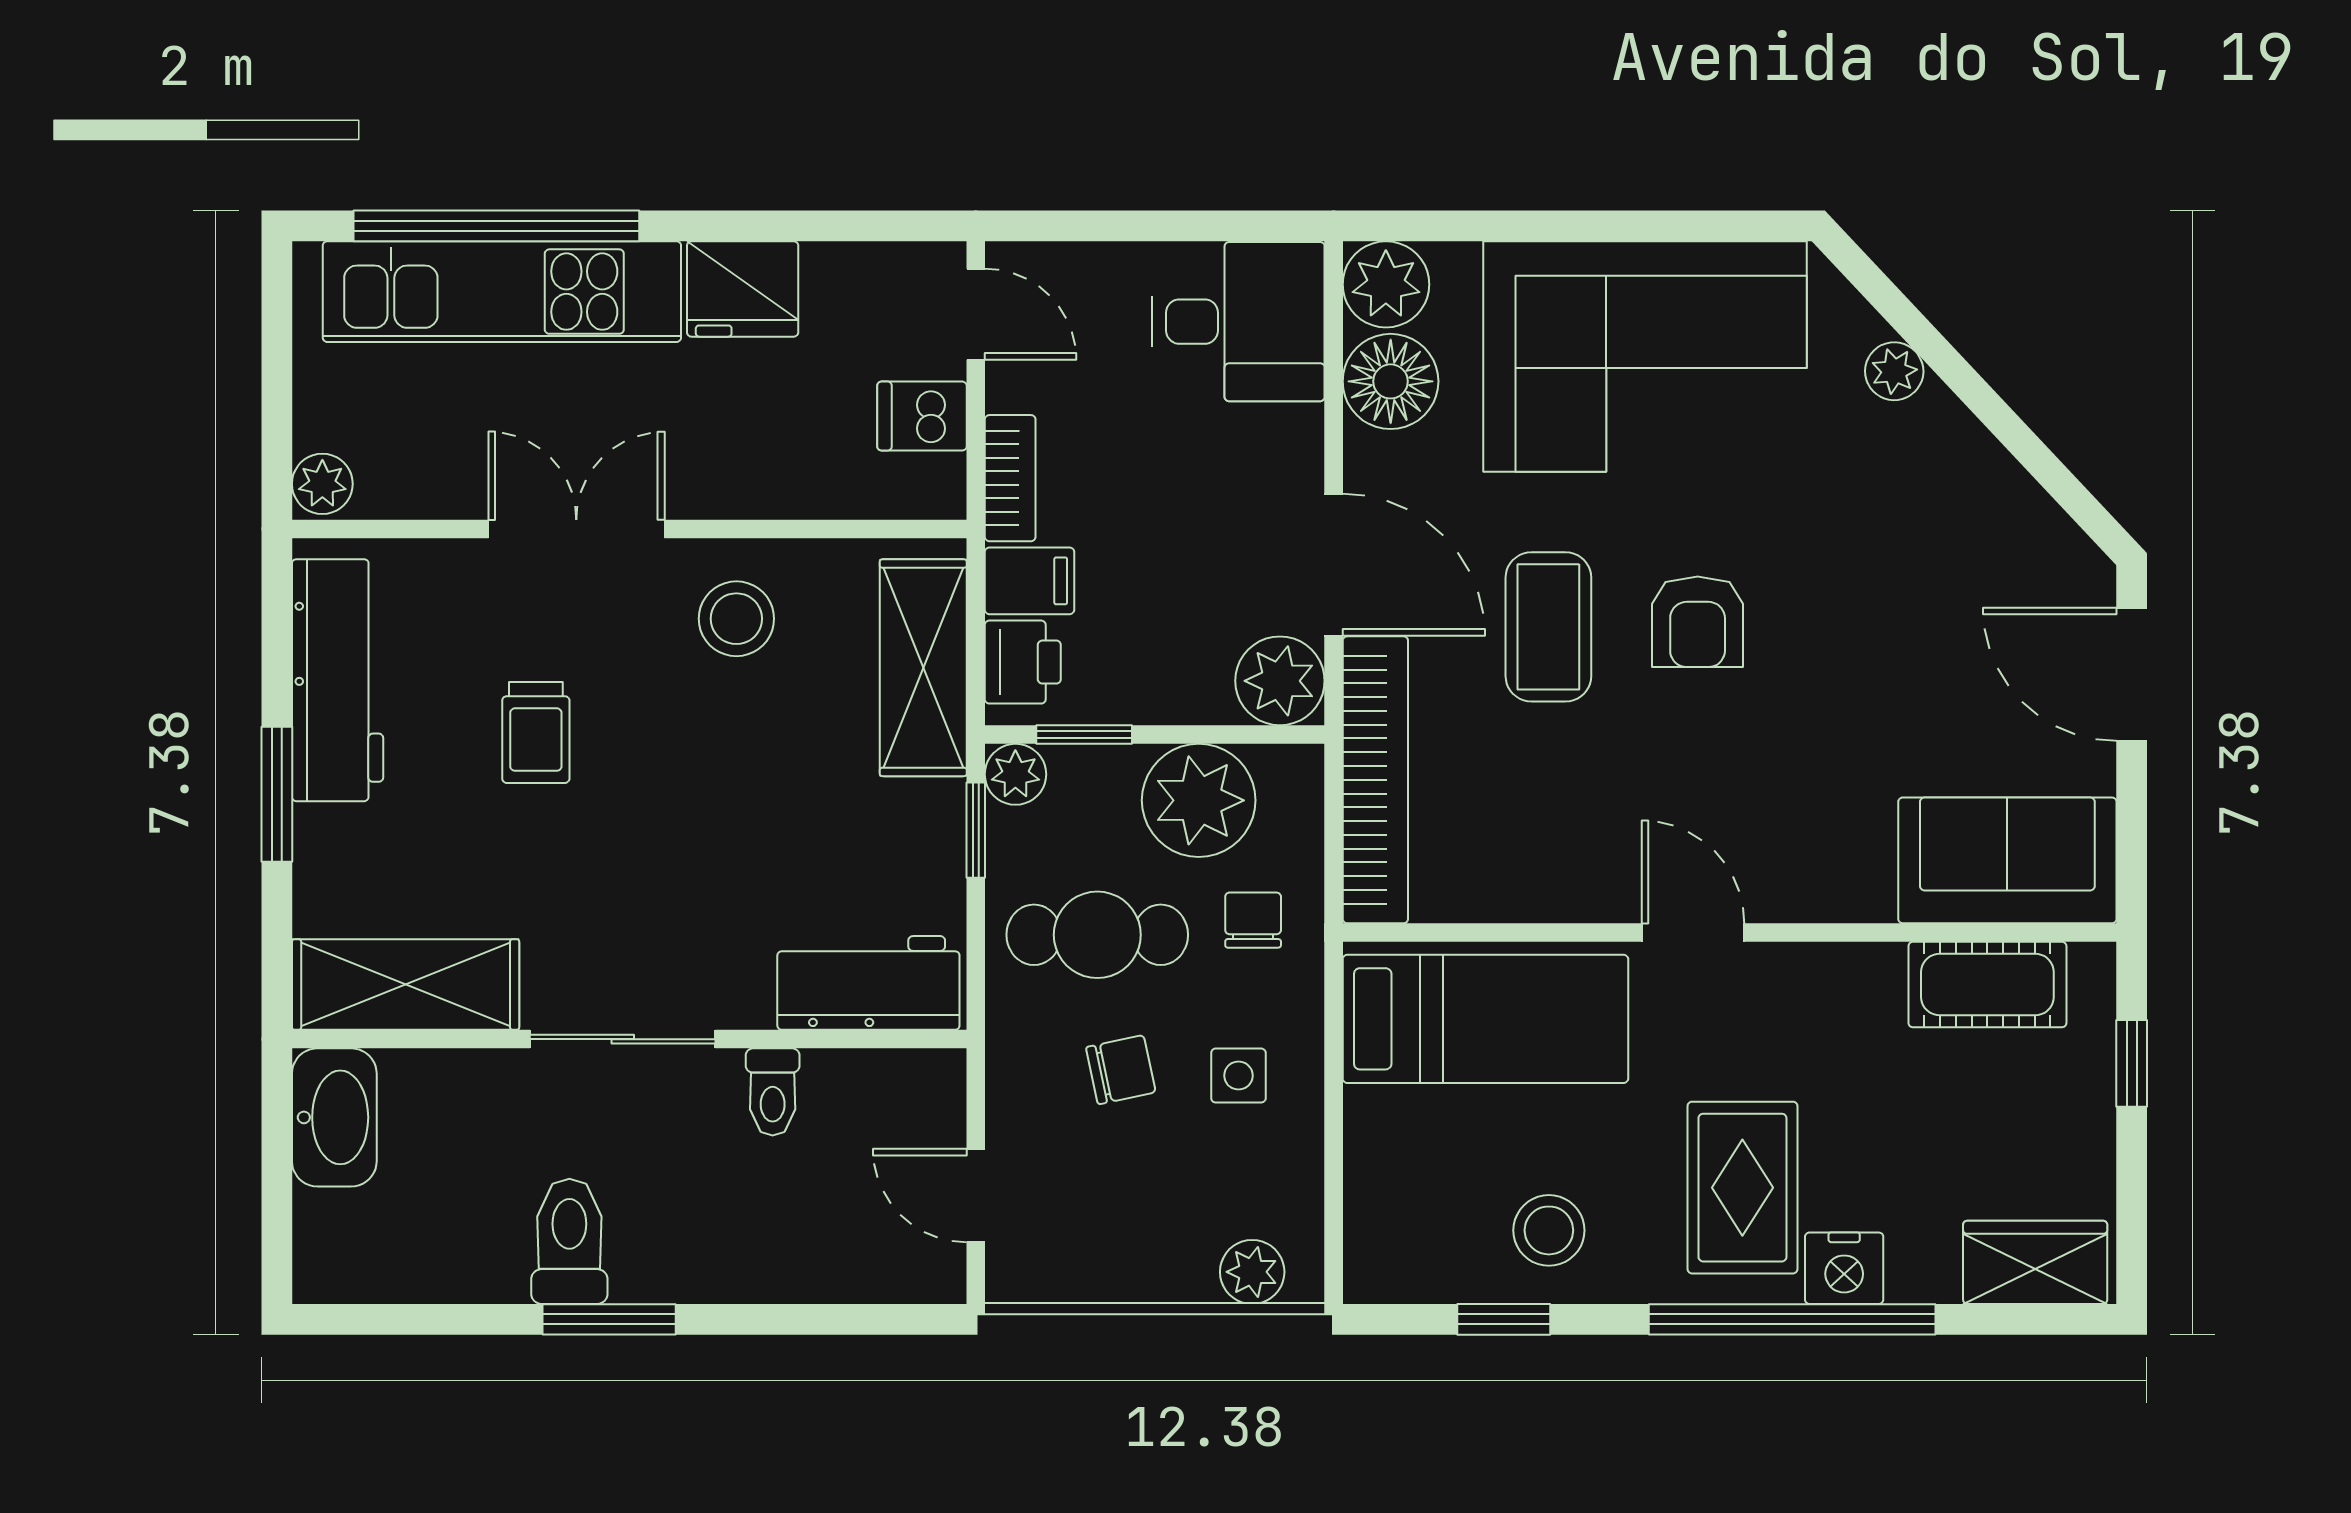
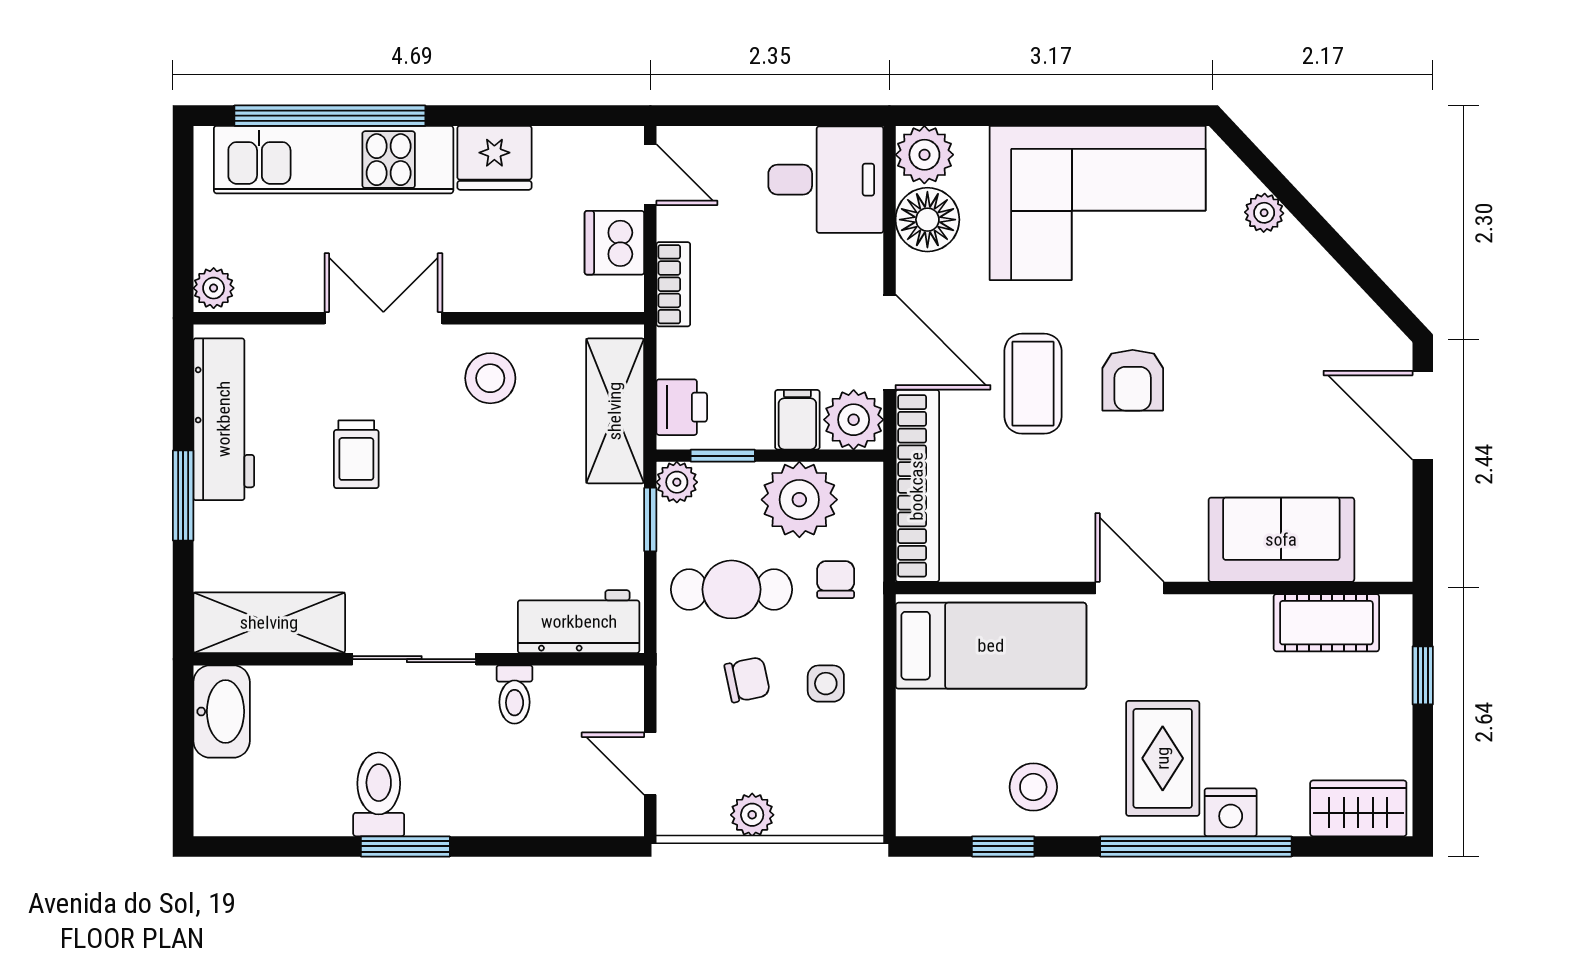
dishwasher: (922, 416) -> (614, 243), width x1.38
filing cabinet: (1029, 581) -> (797, 420), moved, turned -90
sofa: (2007, 860) -> (1281, 540), moved
plant: (1252, 1272) -> (752, 815), moved

